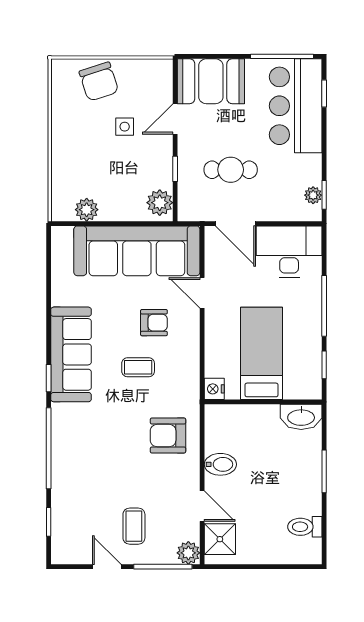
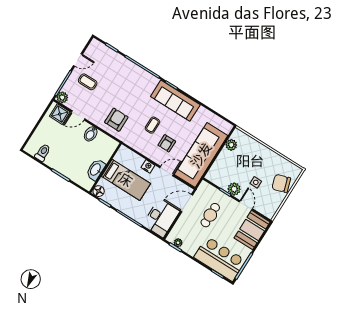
plant: (160, 203) -> (234, 189), moved
floor lamp: (311, 388) -> (99, 191), added
nightstand: (214, 389) -> (148, 166), moved
washbasin: (301, 417) -> (96, 170), moved

